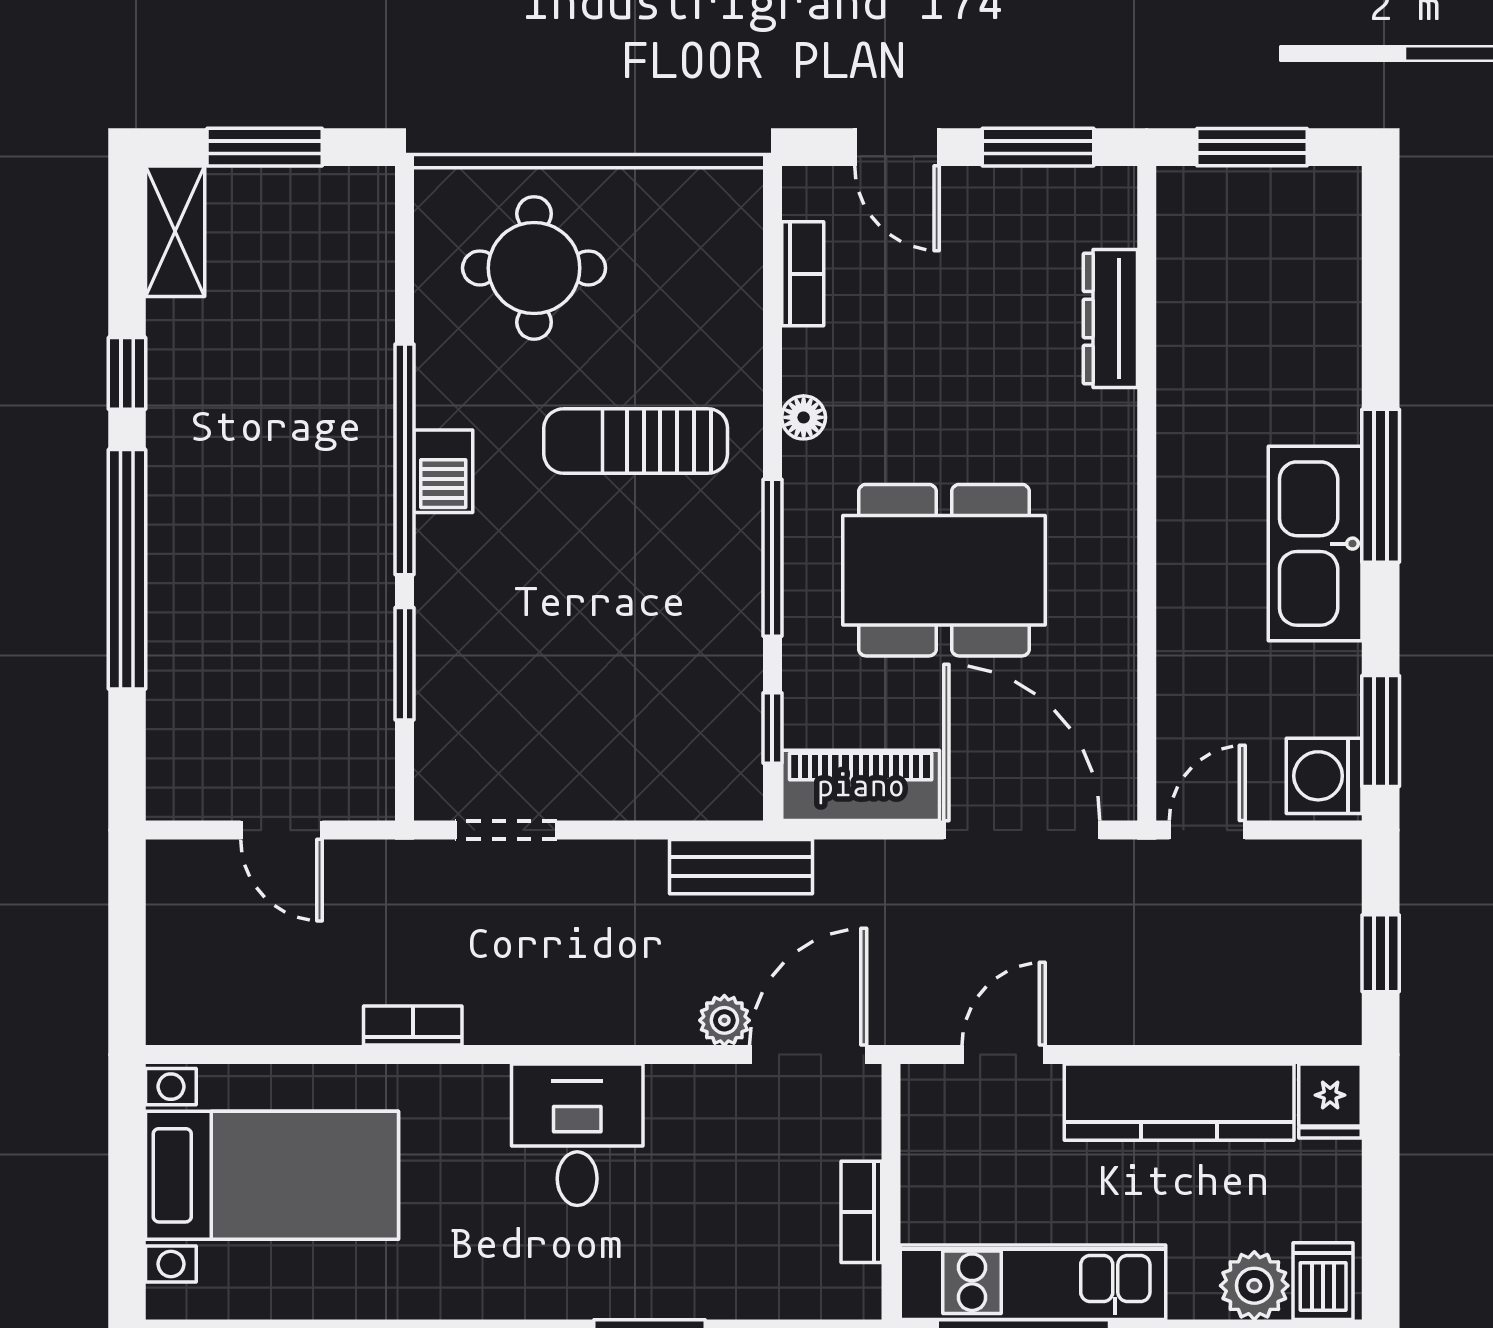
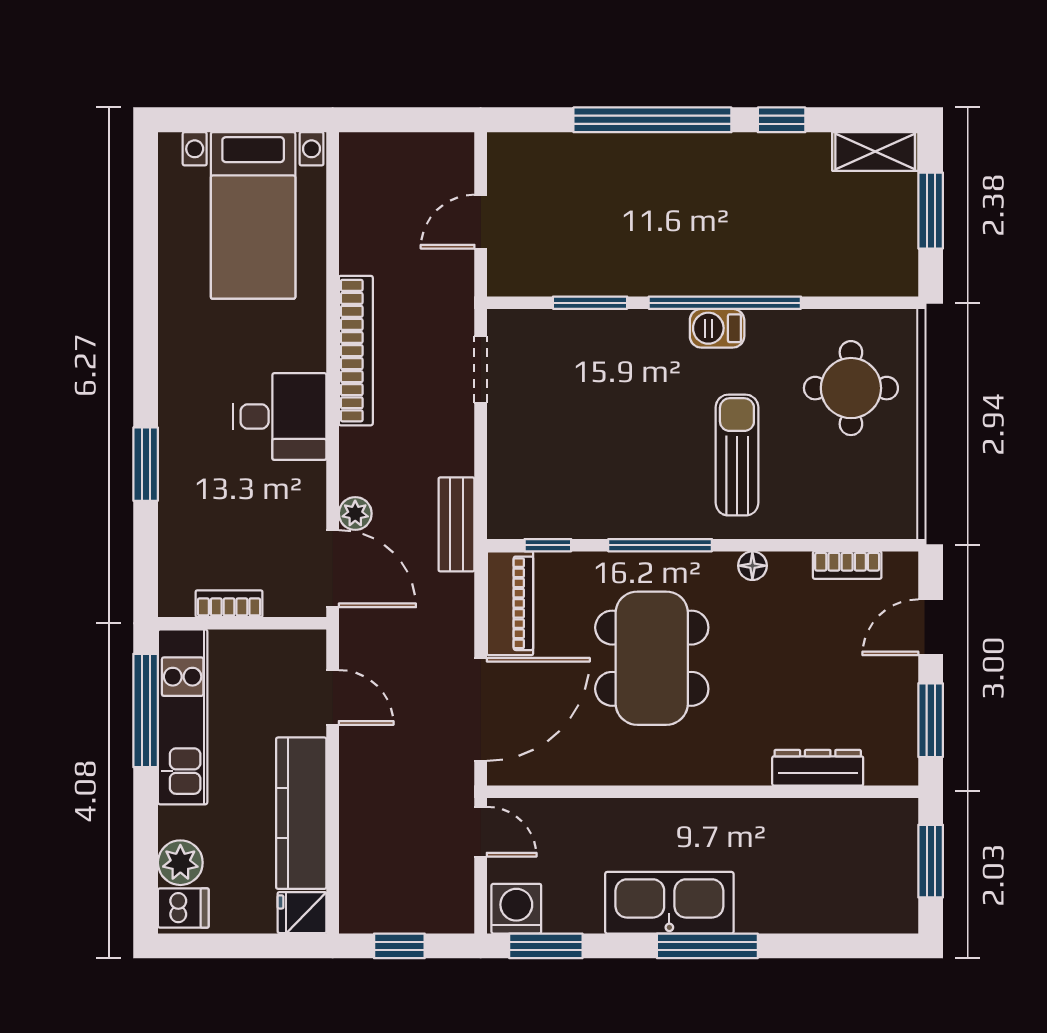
bookcase: (413, 1026) -> (356, 351), width x2.31, depth x1.31

